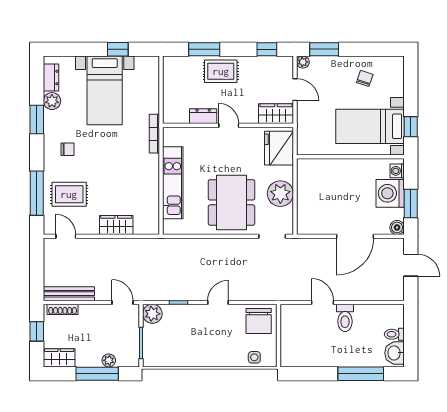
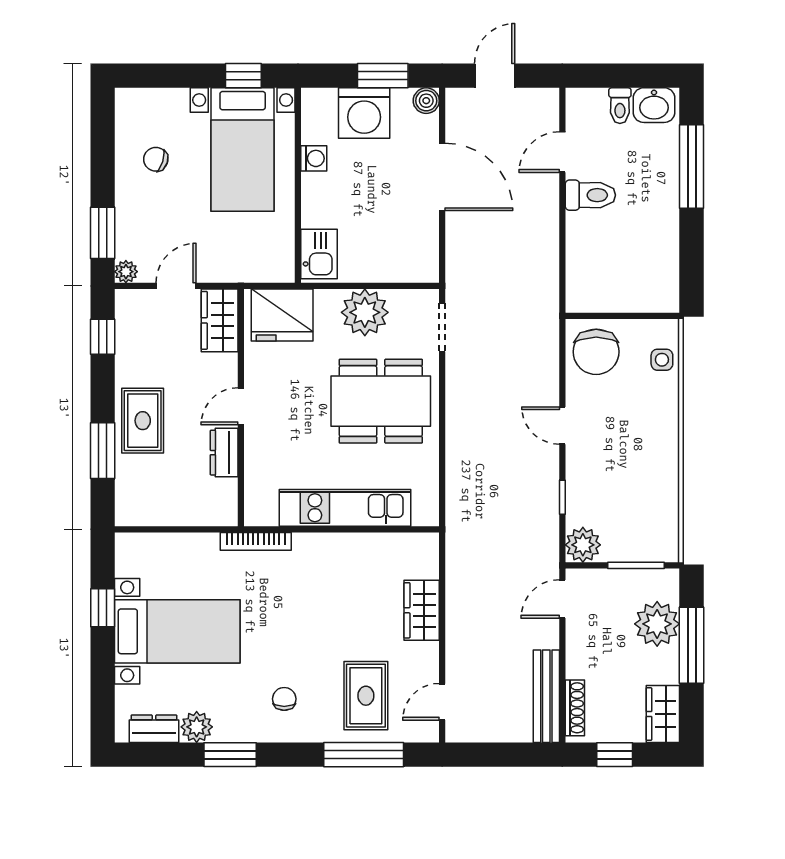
kitchen sink: (313, 168) -> (319, 254), added
washing machine: (397, 171) -> (314, 158), moved, turned -90
door: (323, 302) -> (562, 152), moved
chair: (259, 321) -> (596, 352), turned 90
plant: (109, 360) -> (657, 624), width x1.88, depth x1.88

